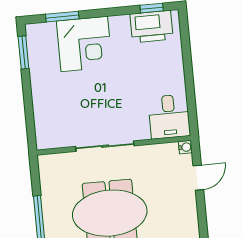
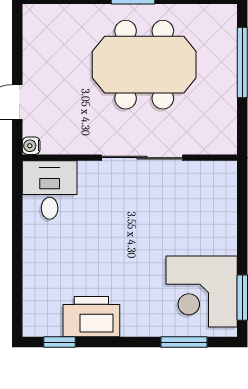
printer: (151, 27) -> (91, 317), moved
corner desk: (84, 44) -> (202, 292), moved, turned -90

